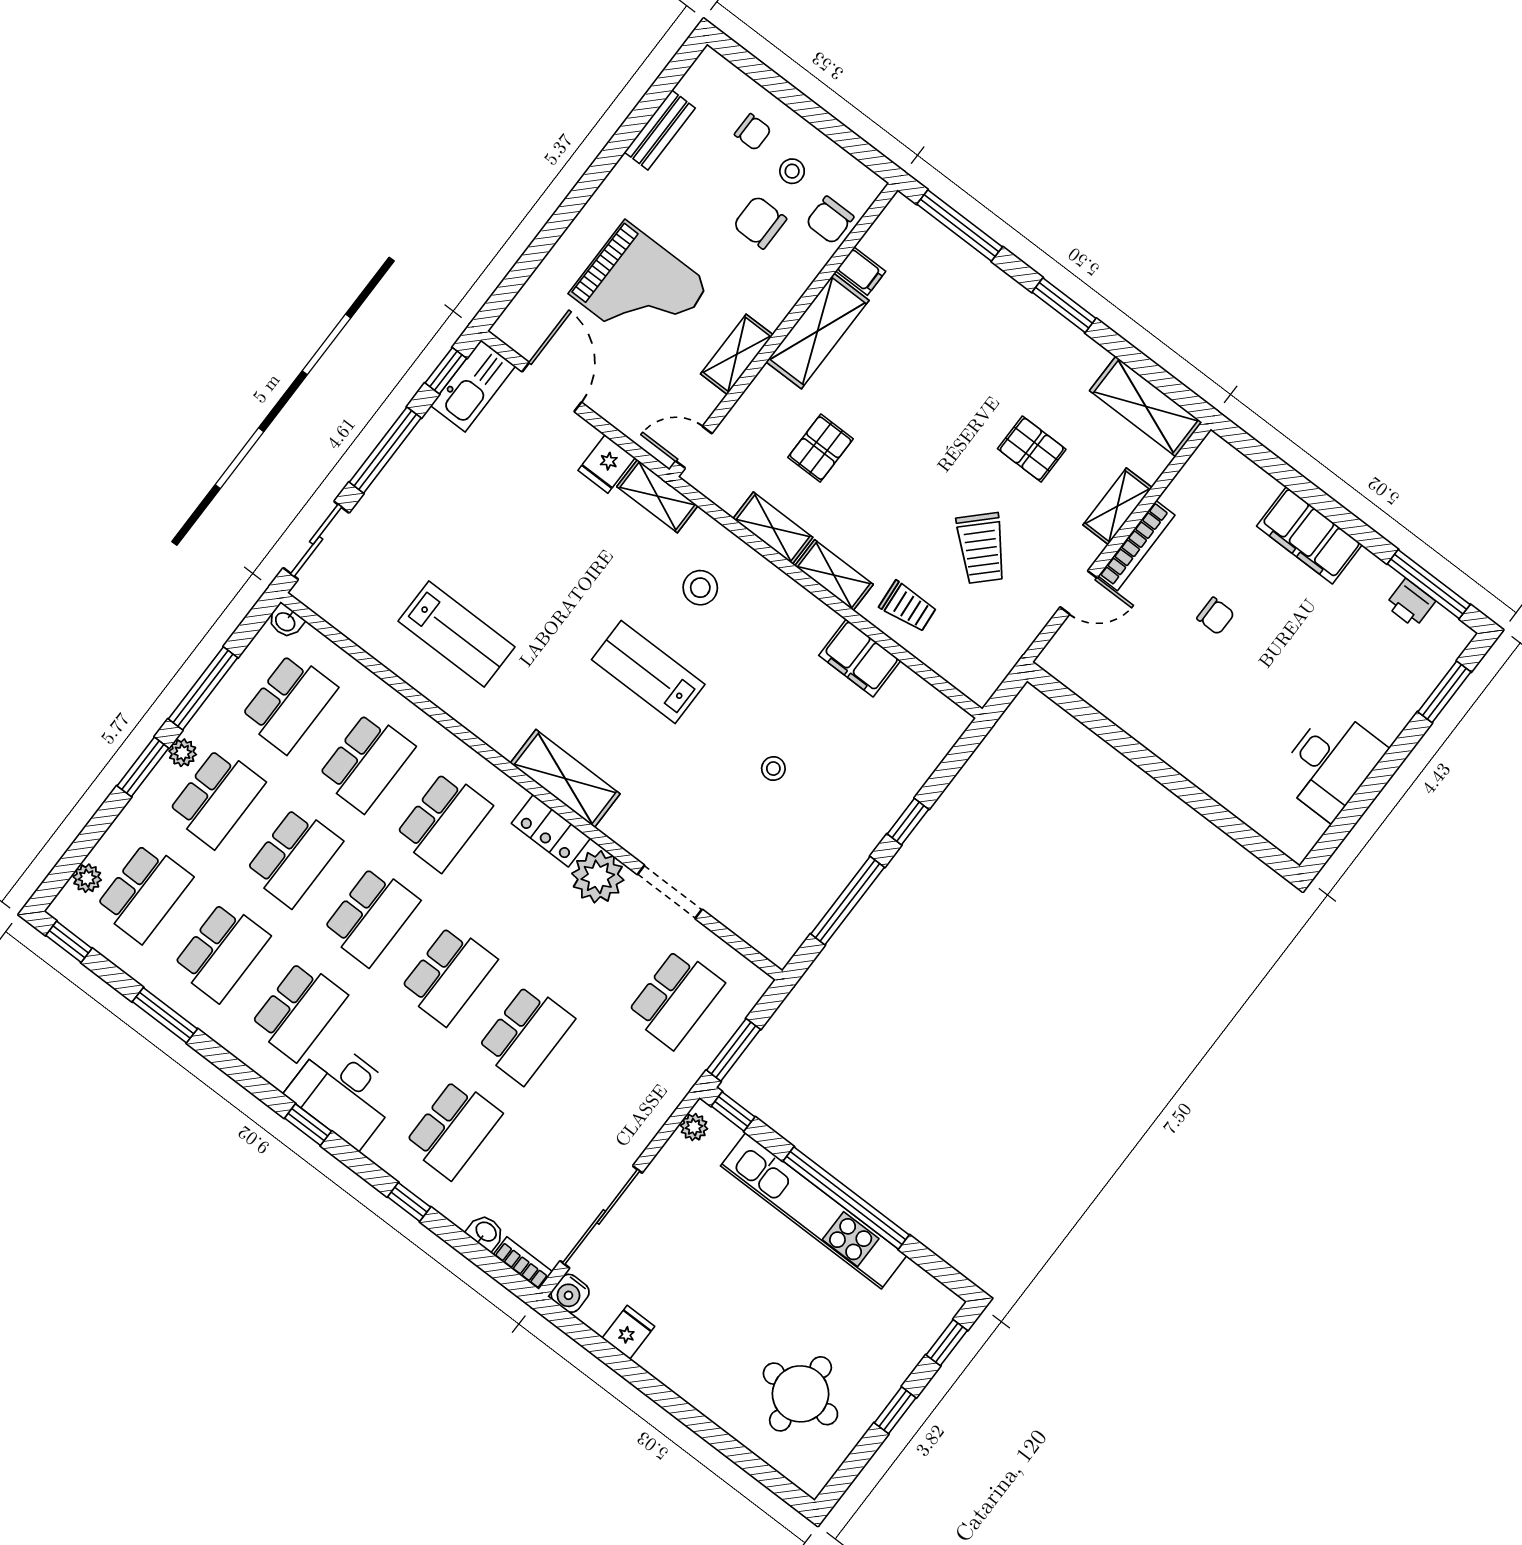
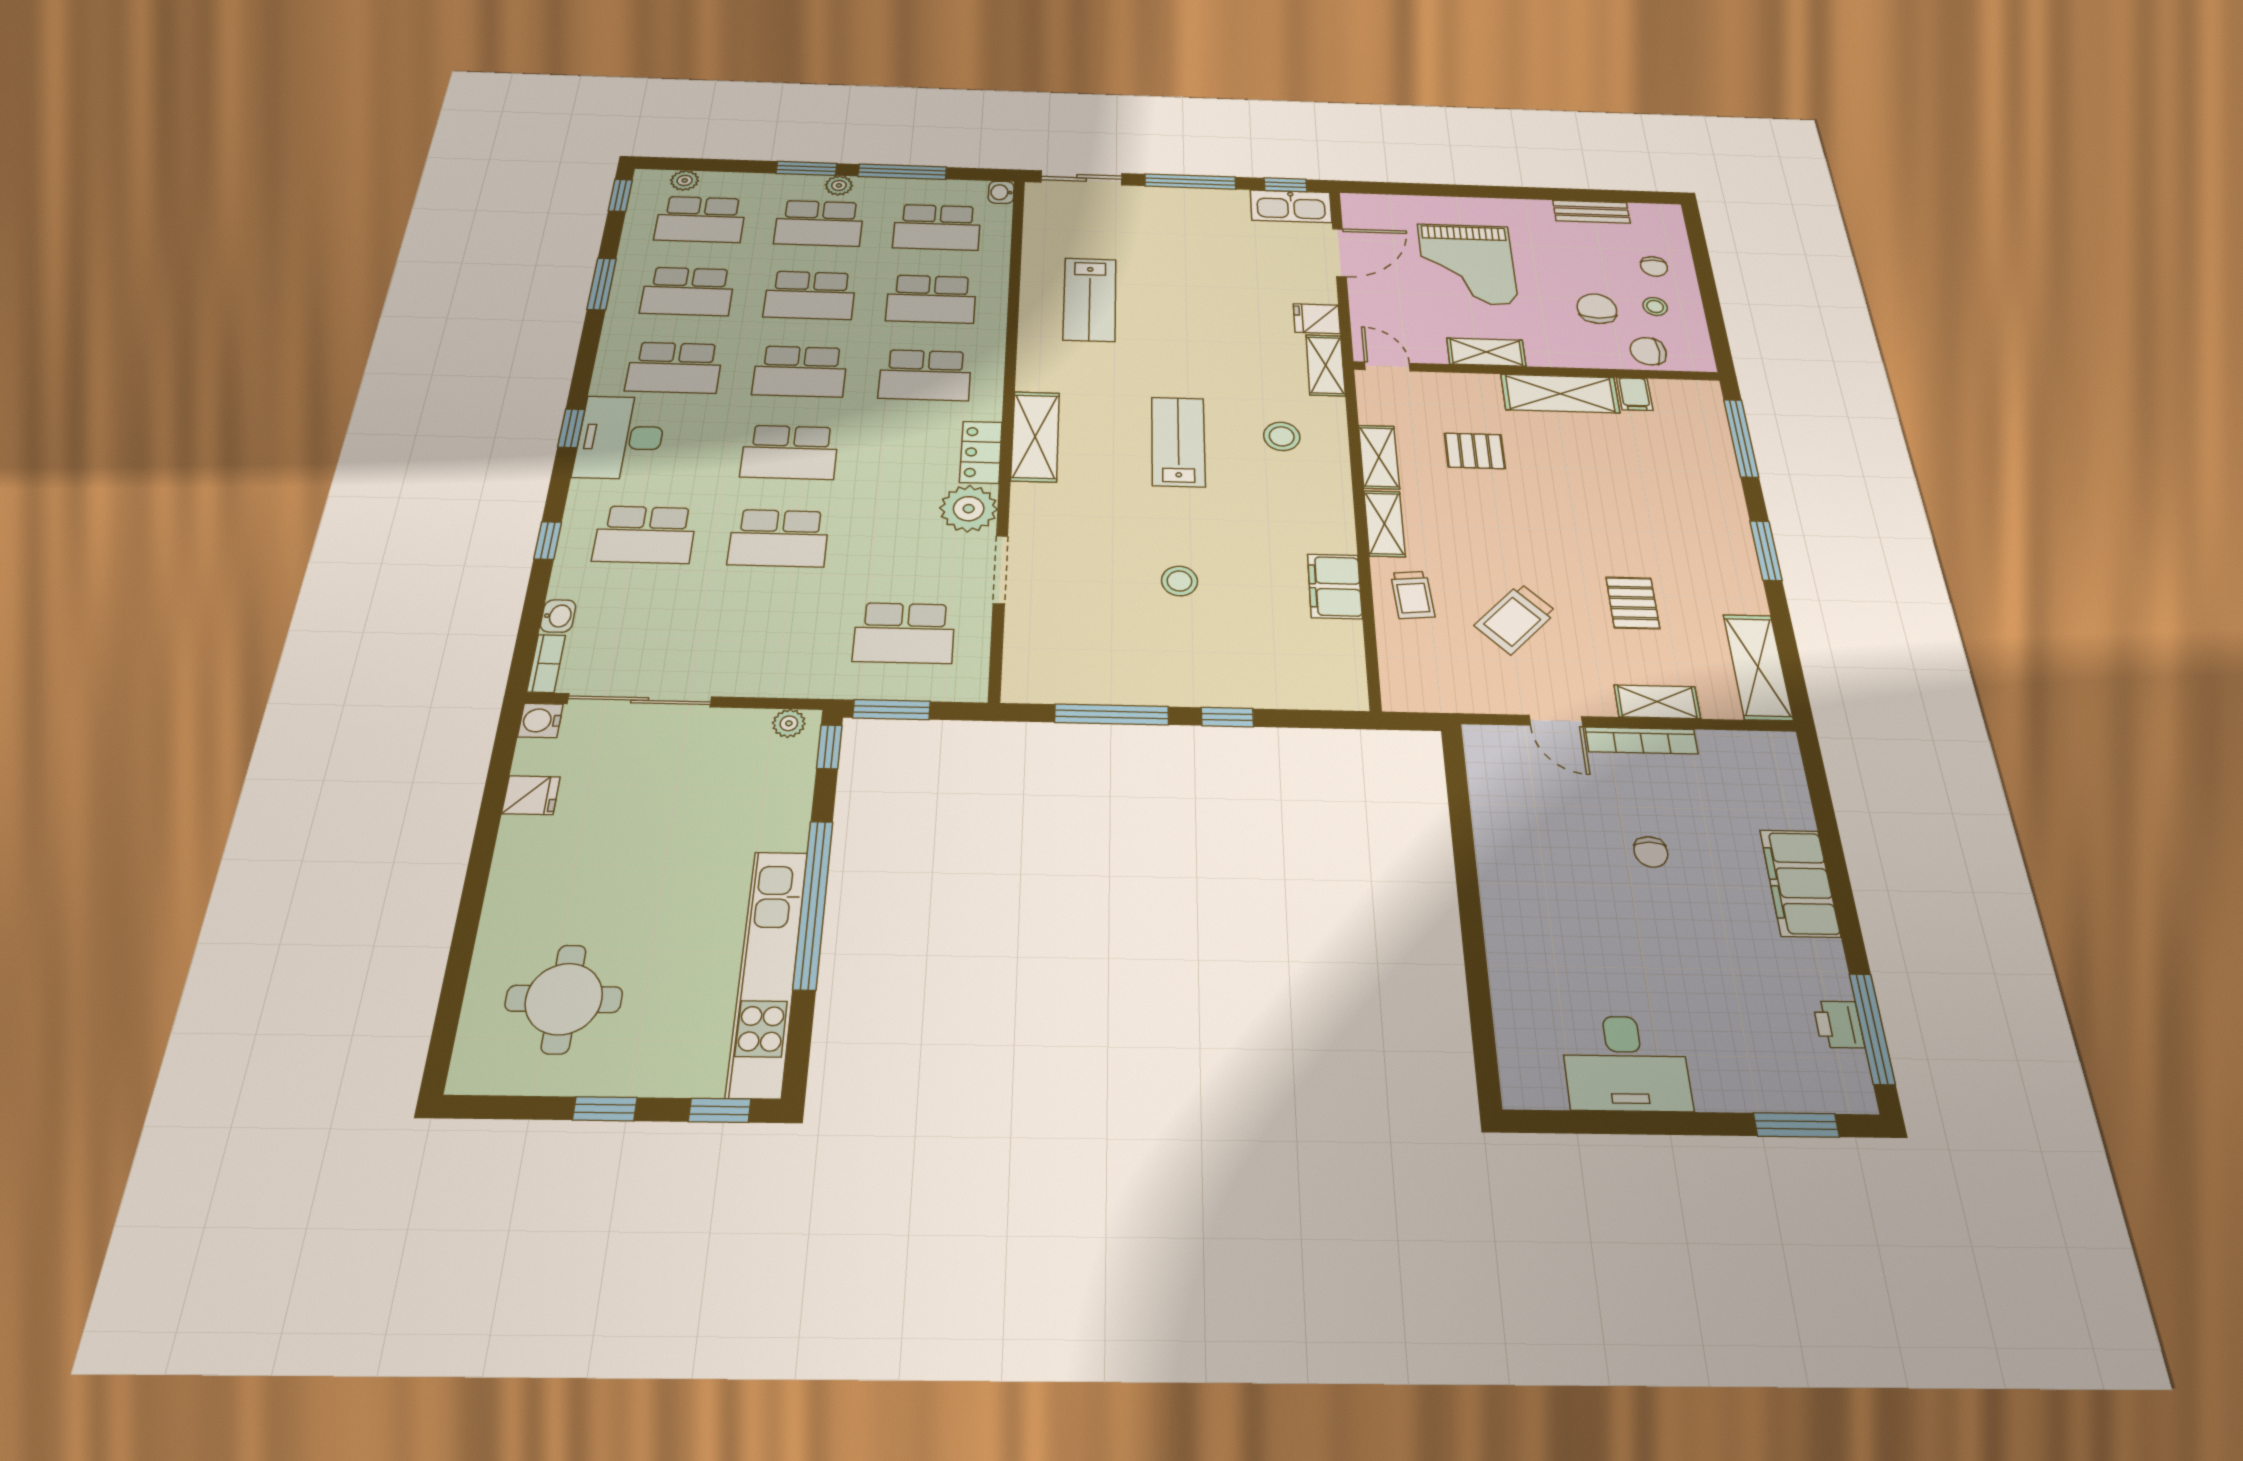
stool: (773, 769) -> (1179, 581), width x1.37, depth x1.37
kitchen unit: (814, 1211) -> (768, 971), moved

